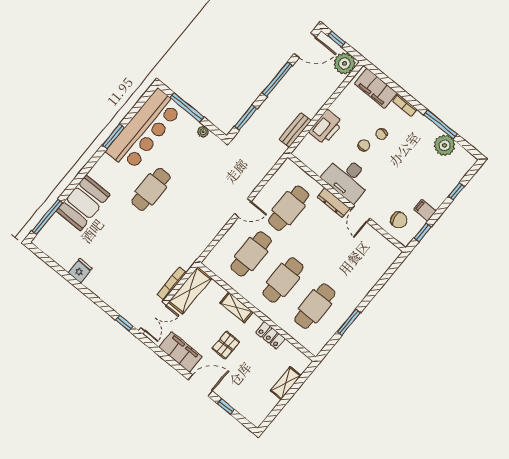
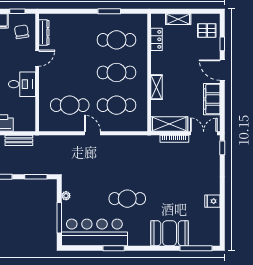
desk: (347, 178) -> (22, 84), width x0.73
dresser: (334, 203) -> (44, 33), moved
locker: (270, 335) -> (157, 39), moved
pallet: (226, 345) -> (207, 31), moved

